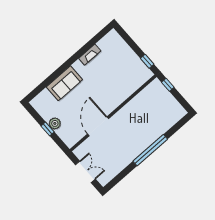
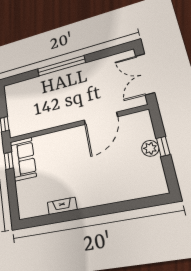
sofa: (64, 83) -> (23, 159), moved, turned 90
double door: (85, 172) -> (145, 74), width x1.37

